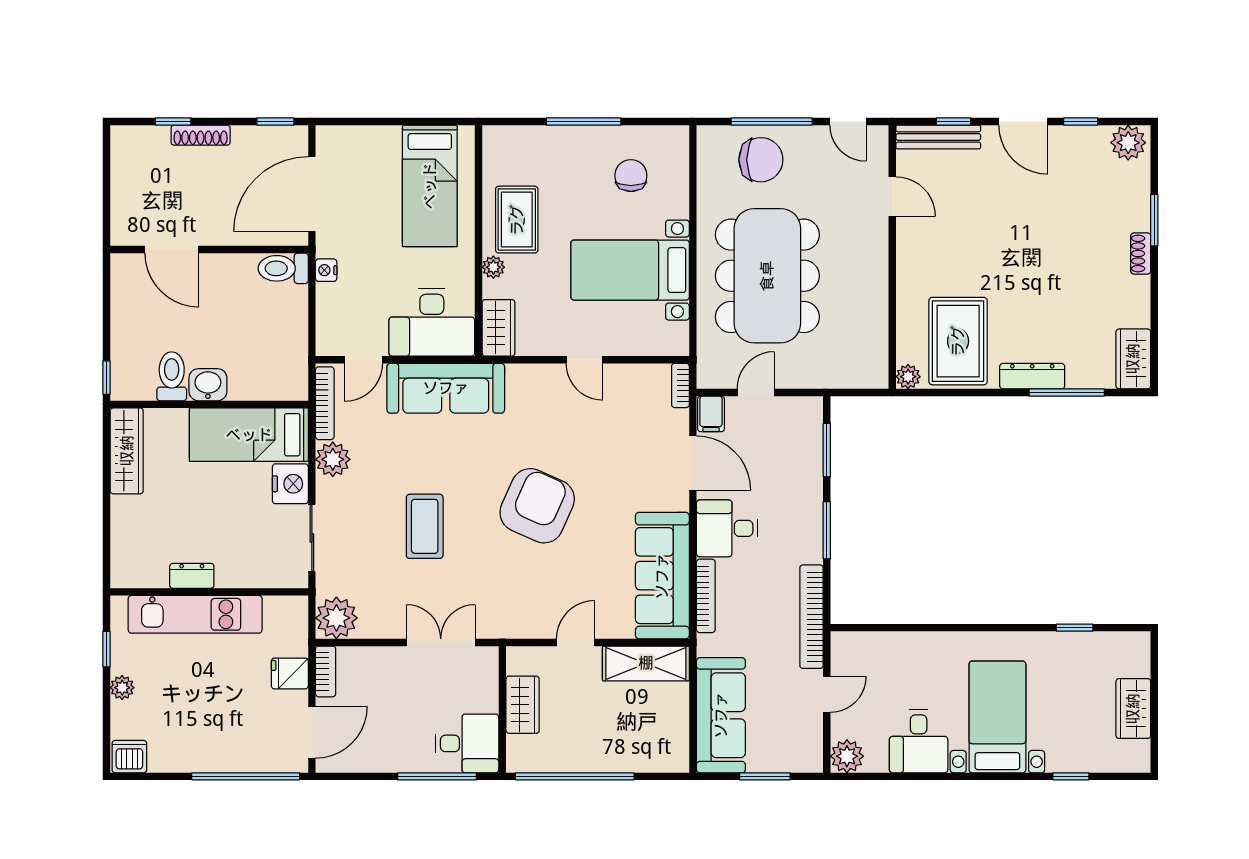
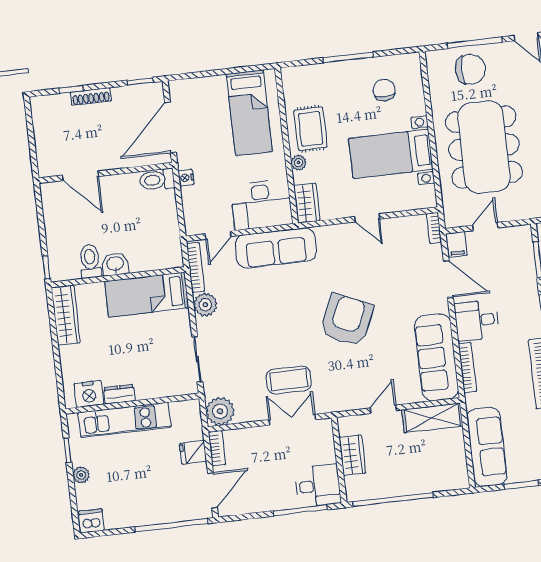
nightstand: (290, 484) -> (89, 394), moved, turned 90
coffee table: (425, 526) -> (289, 380), moved, turned 90

